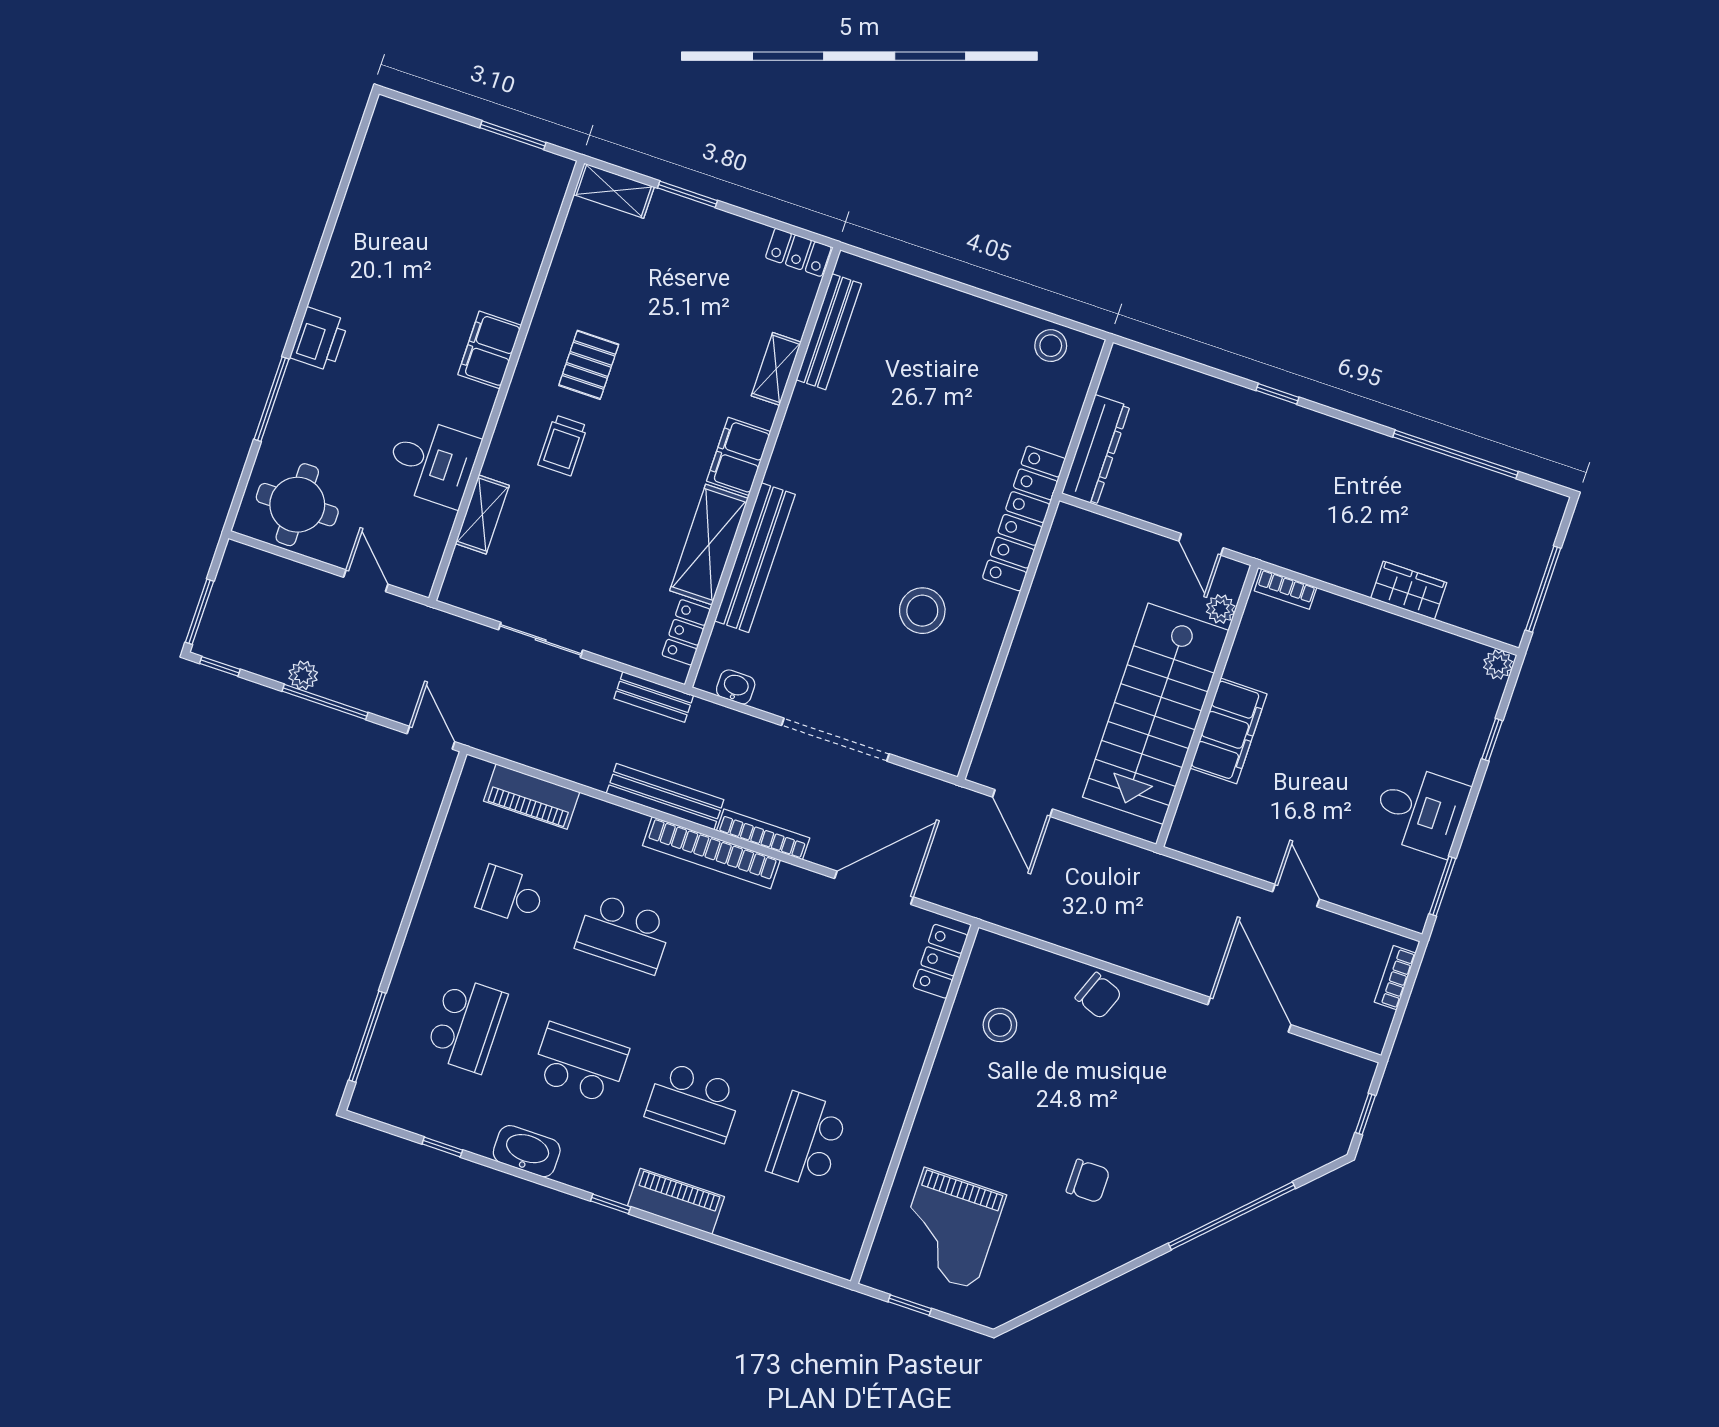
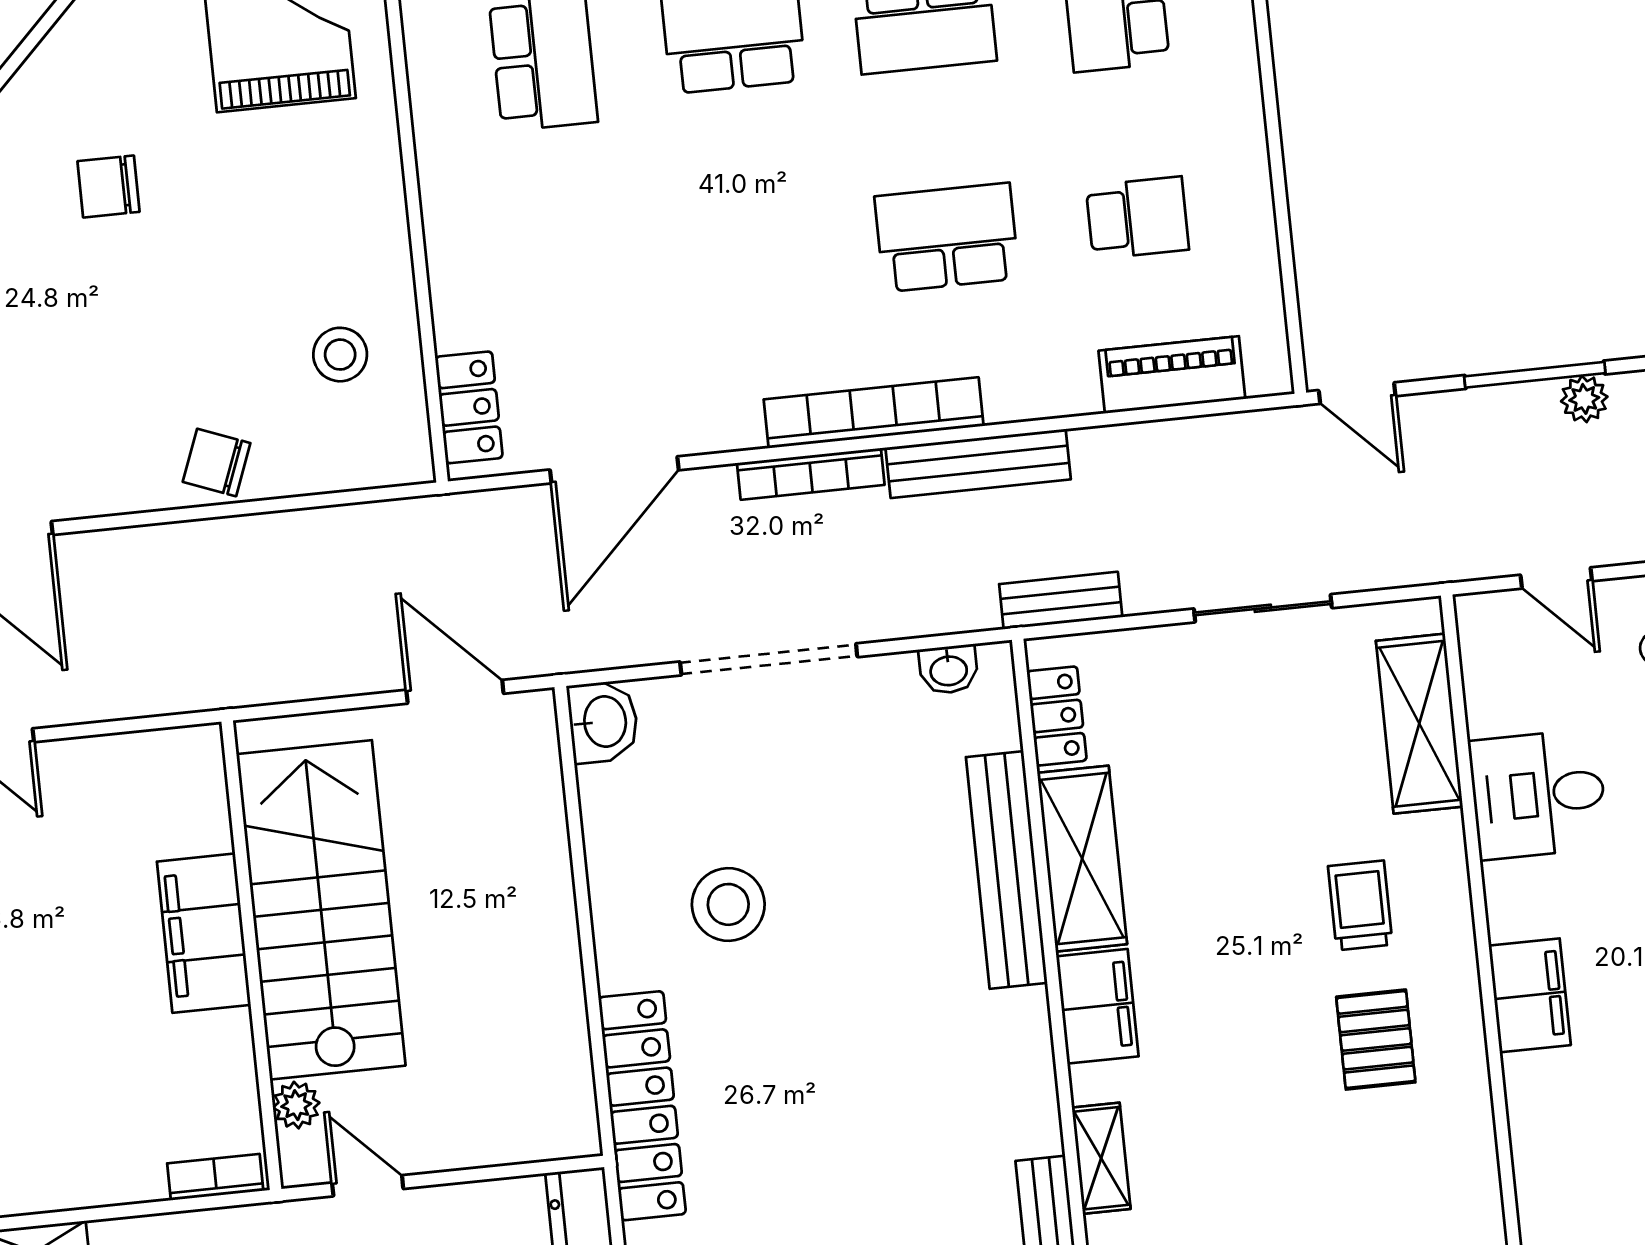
shelving: (482, 514) -> (1419, 724), width x1.50, depth x1.33
washbasin: (946, 747) -> (603, 722), added

